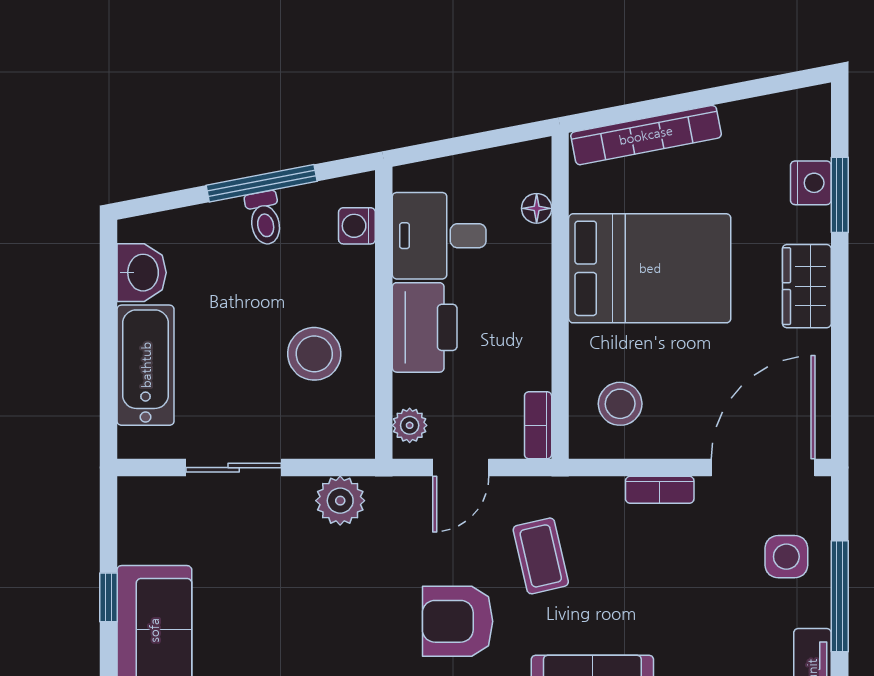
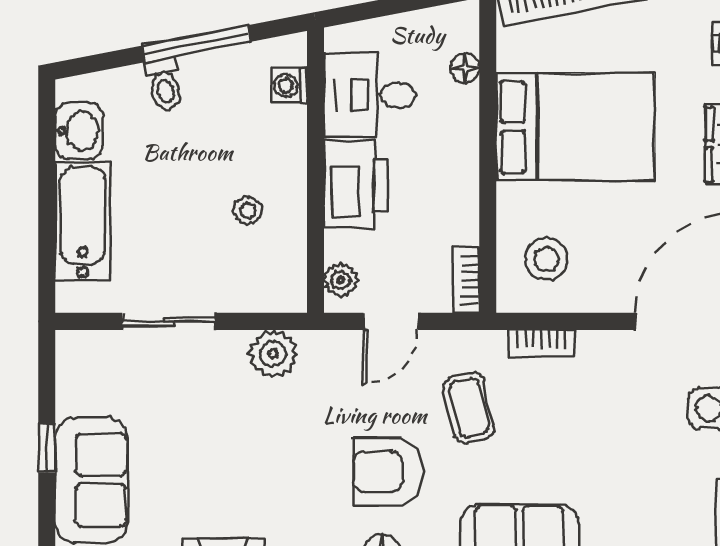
toilet: (264, 218) -> (164, 84), moved
stool: (314, 354) -> (248, 210), width x0.53, depth x0.53
bookcase: (660, 490) -> (541, 343), moved

